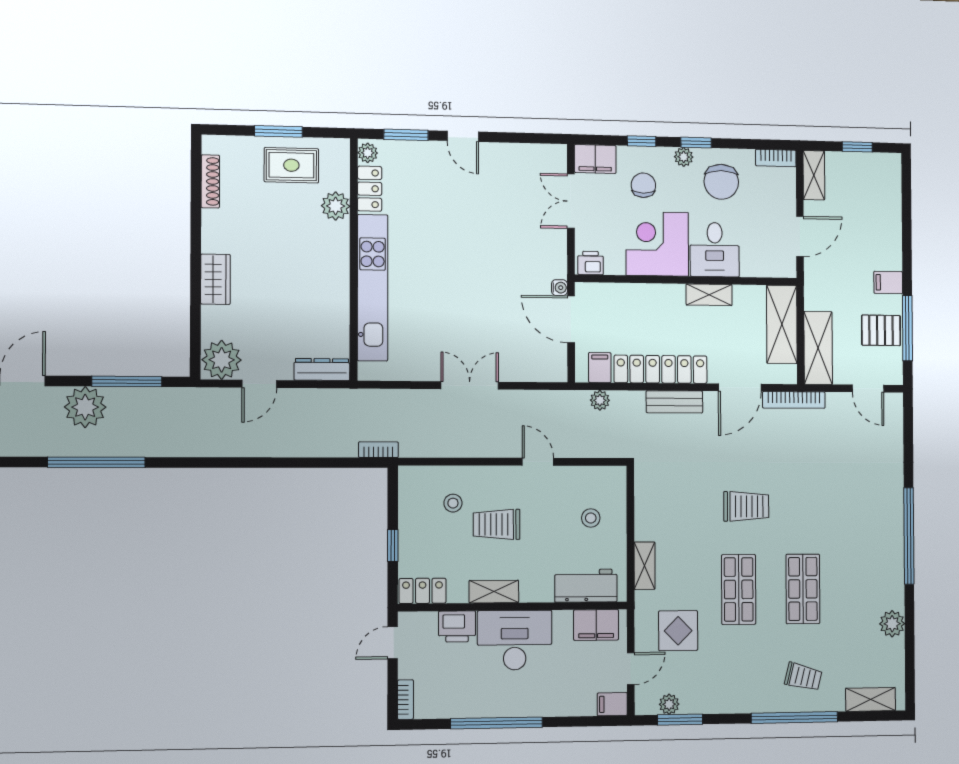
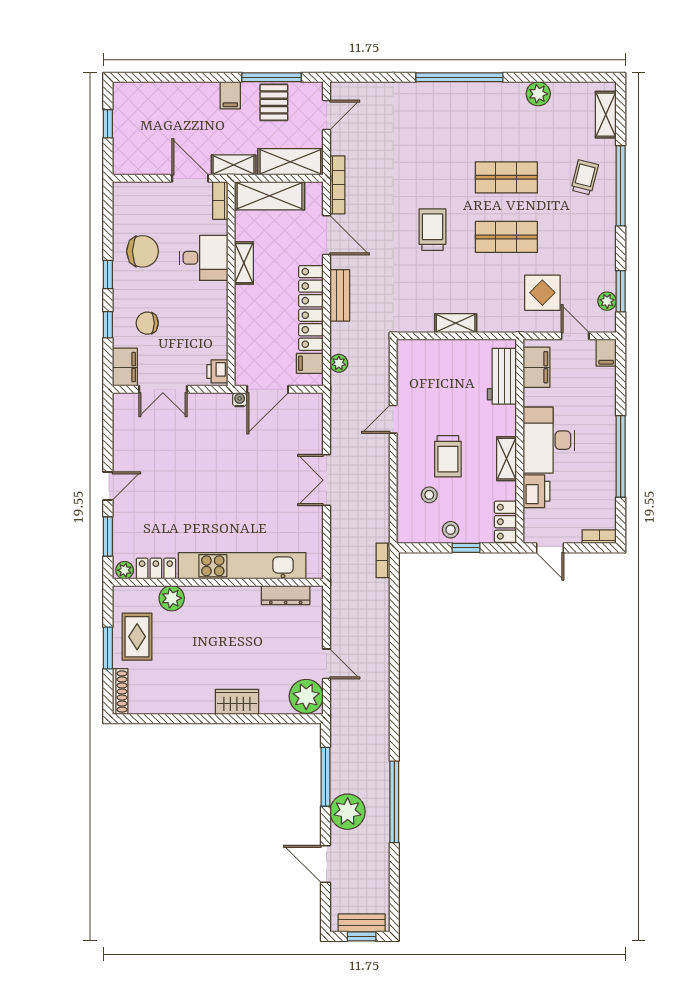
plant: (684, 157) -> (121, 286), removed
bookcase: (776, 158) -> (220, 200), moved, turned 180
shelving: (814, 175) -> (234, 165), moved
shoe rack: (210, 181) -> (120, 691), moved, turned 90
corner desk: (657, 244) -> (199, 311), removed
dresser: (322, 369) -> (286, 595), moved, turned -90
stool: (591, 518) -> (451, 530), moved
shelving: (645, 566) -> (456, 323), moved

